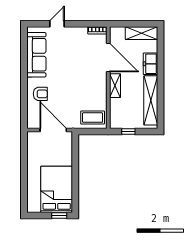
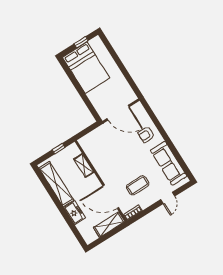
shelving: (141, 33) -> (109, 225), moved
shelving: (115, 86) -> (84, 166), moved
coffee table: (93, 118) -> (138, 185), moved
window: (59, 215) -> (81, 42), moved

